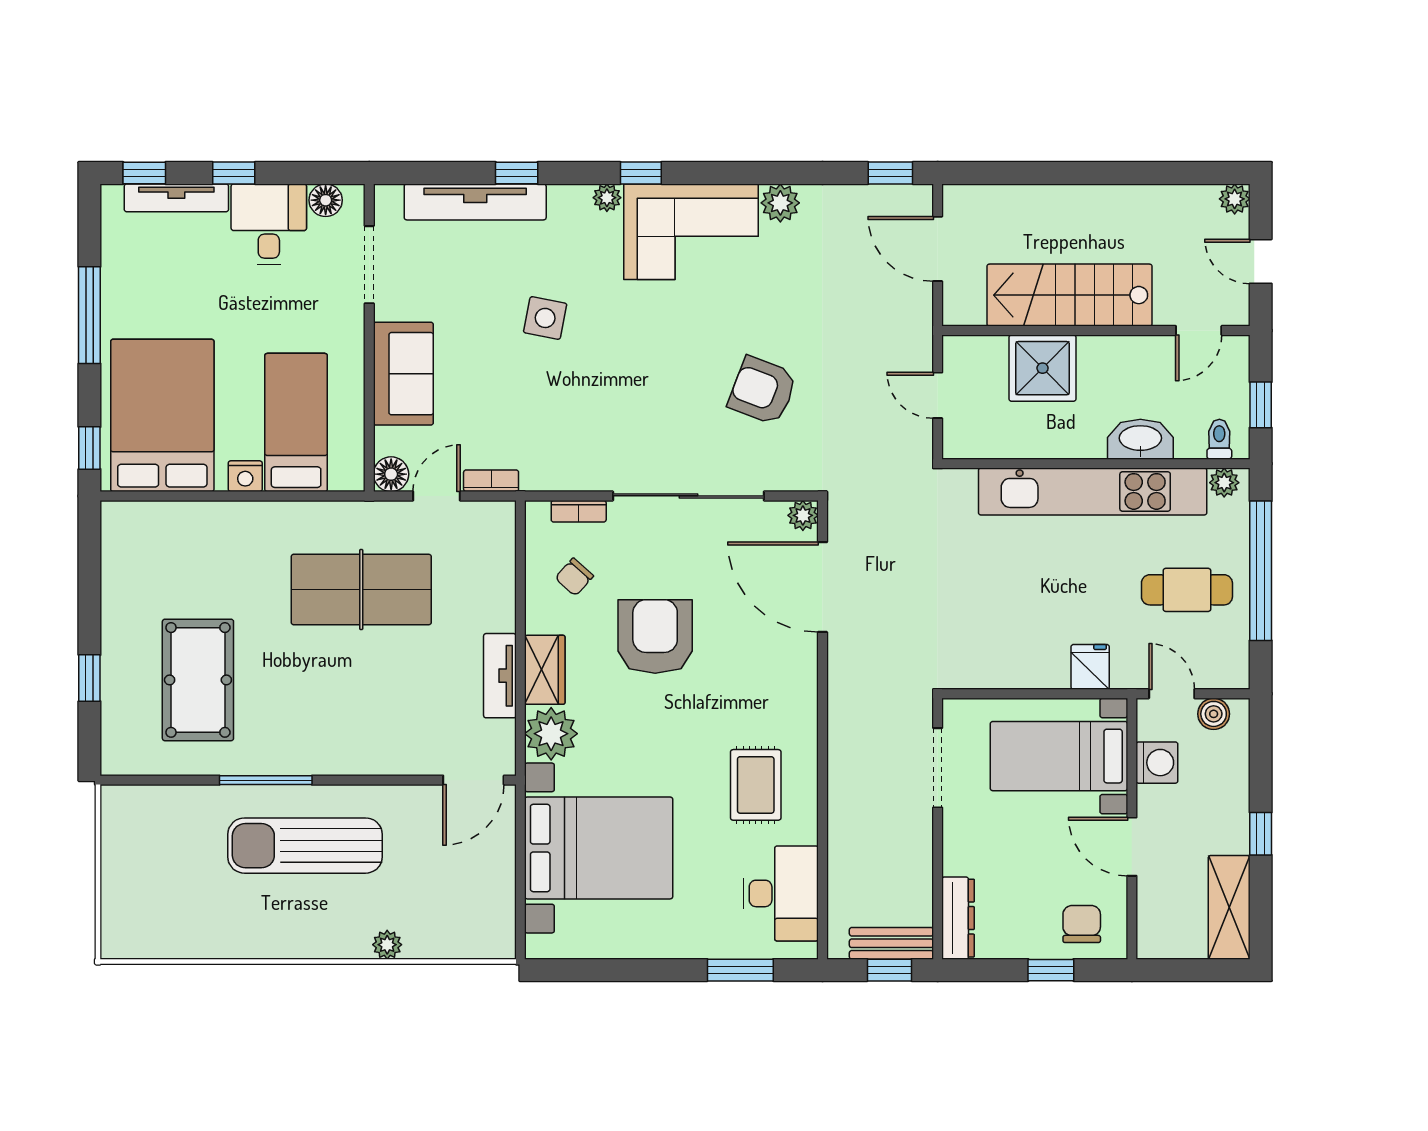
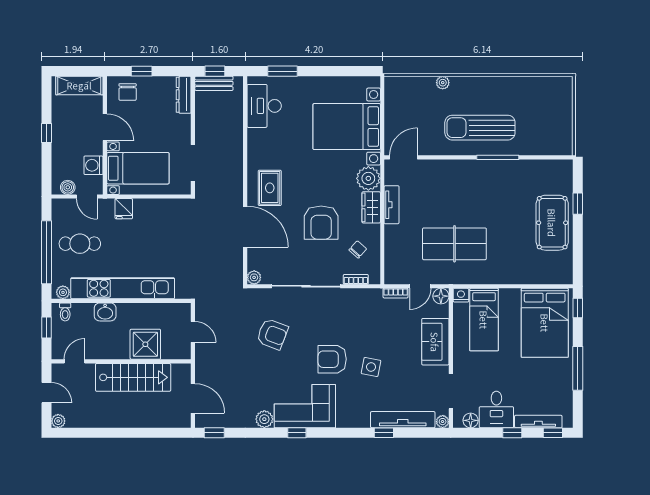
window: (641, 173) -> (297, 433), moved
plant: (607, 198) -> (443, 422), moved
armchair: (631, 335) -> (332, 359), added
washbasin: (1140, 439) -> (105, 312), width x0.72
nightstand: (245, 476) -> (461, 295), moved
door: (822, 587) -> (245, 227), moved
pool table: (198, 680) -> (552, 223), moved
rug: (756, 785) -> (270, 188), moved
sun lounger: (305, 846) -> (480, 128), turned 180
shelving: (1229, 907) -> (79, 85), moved, turned 90

